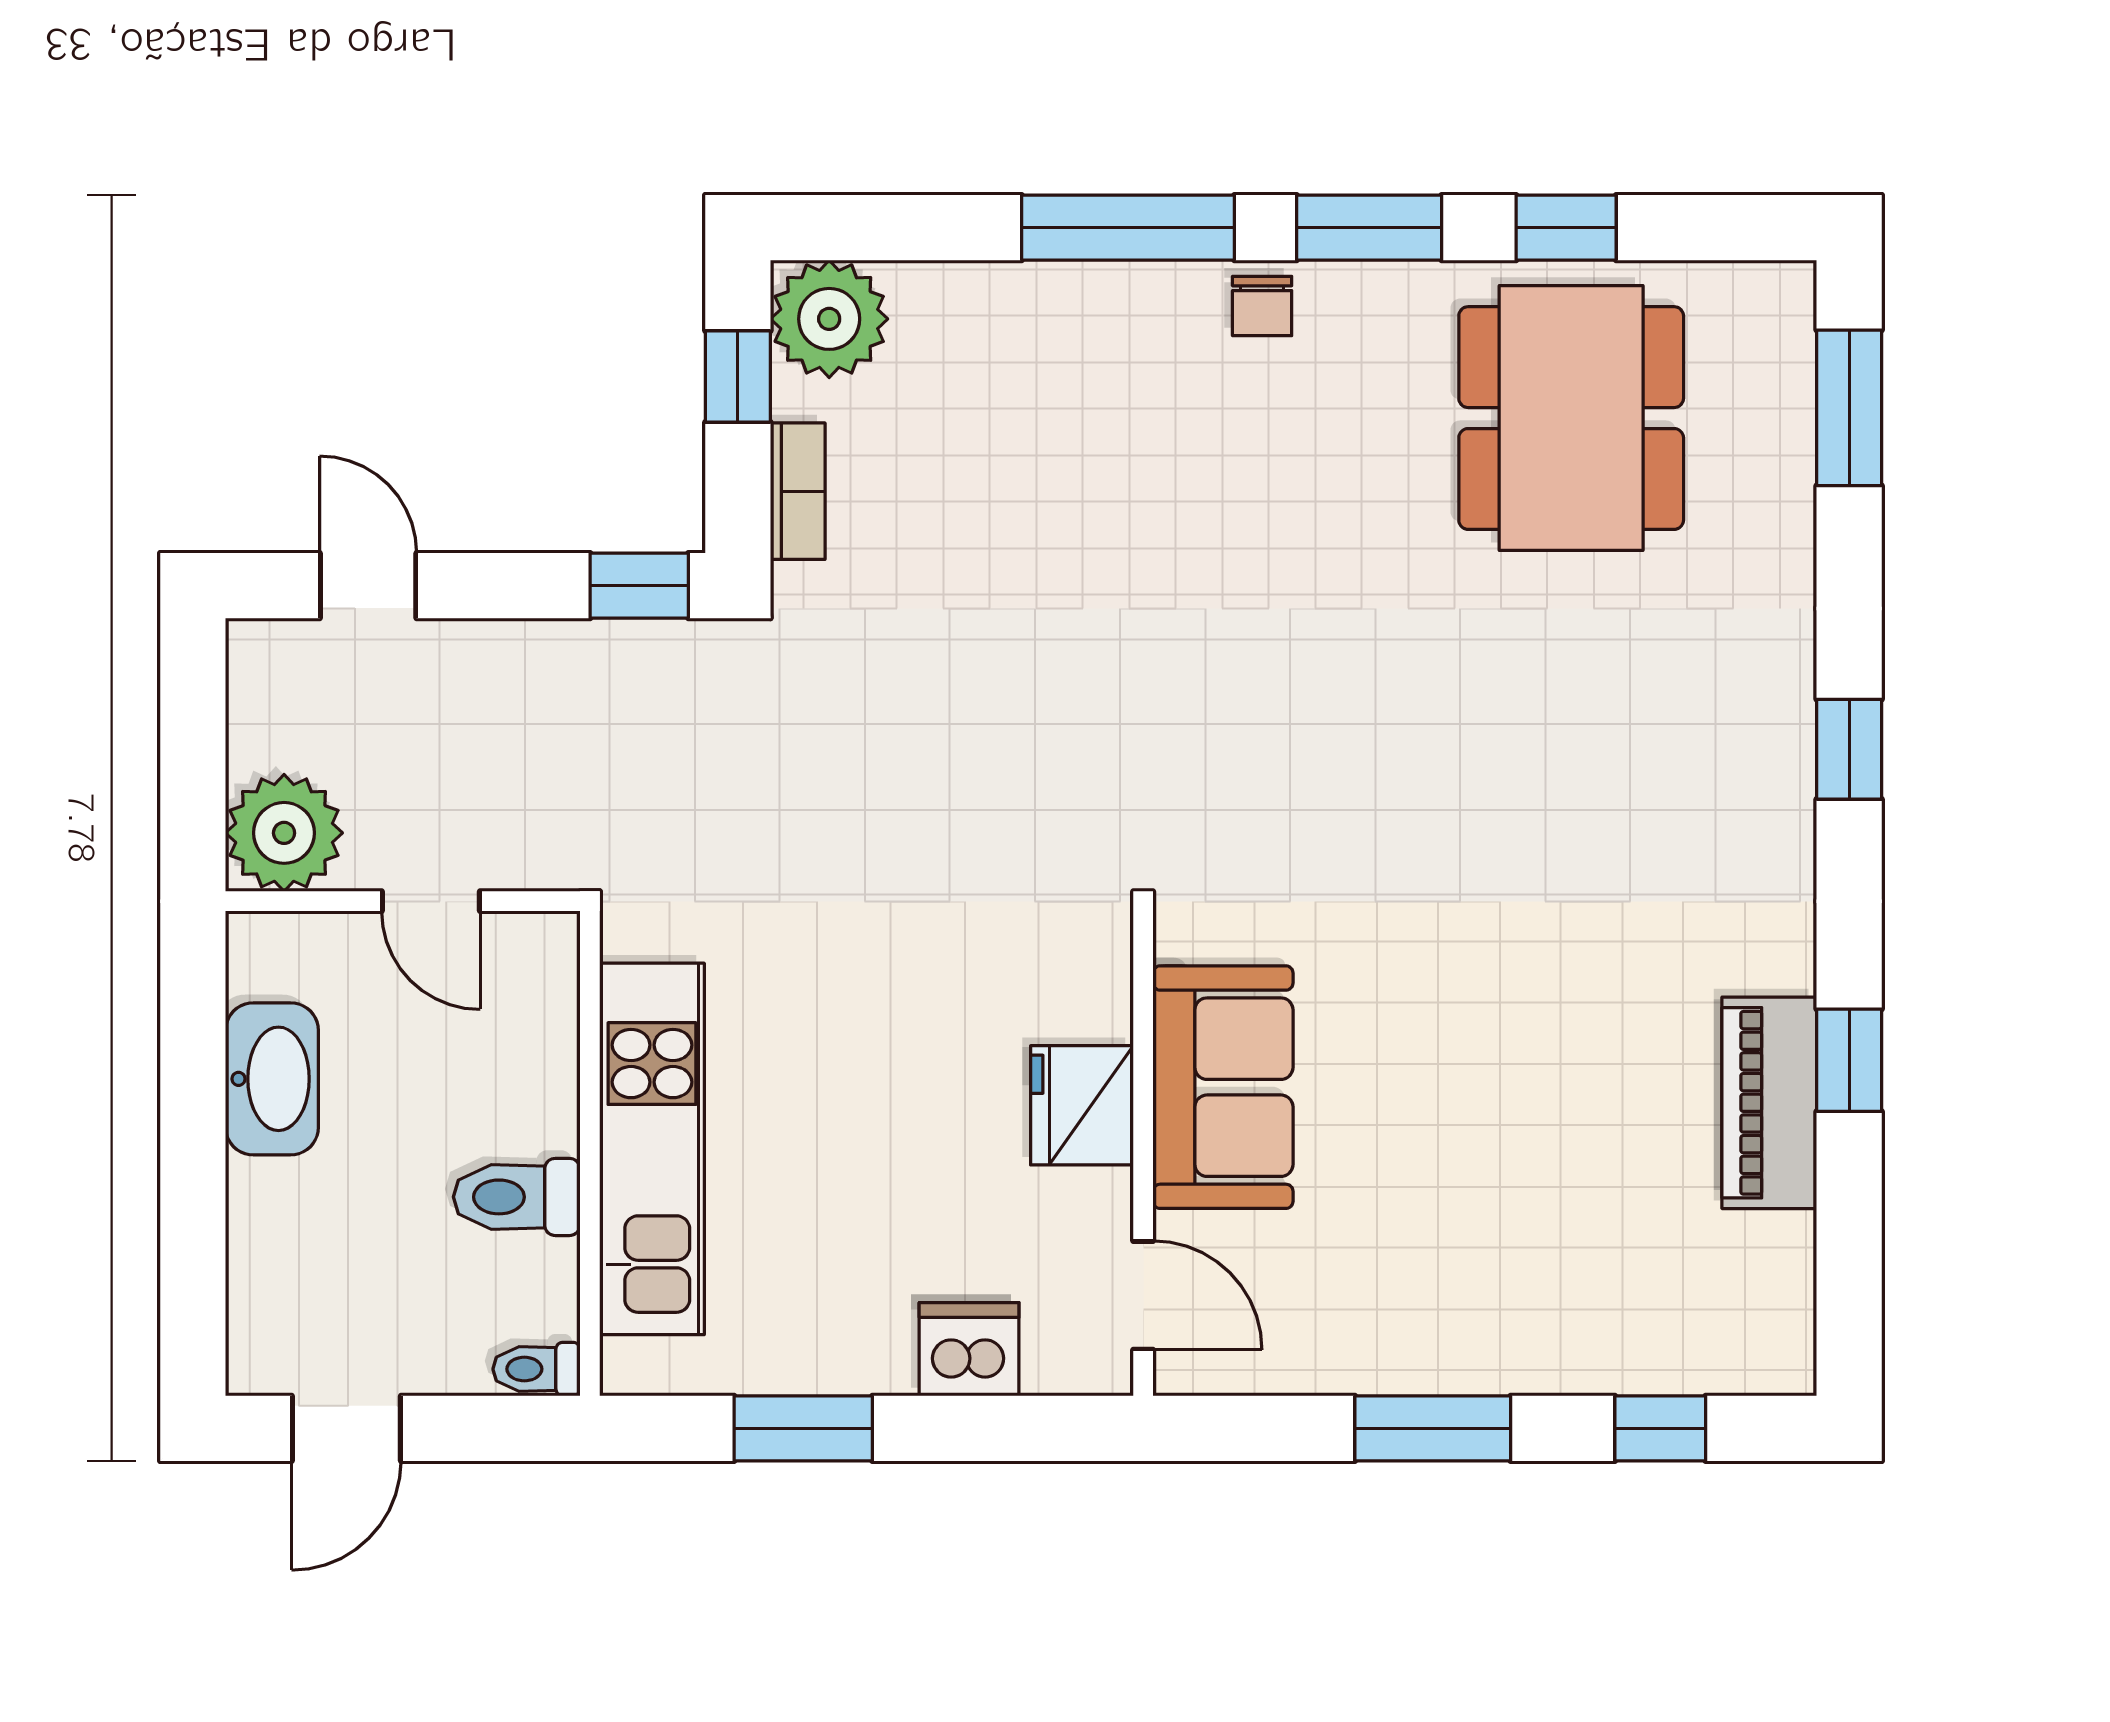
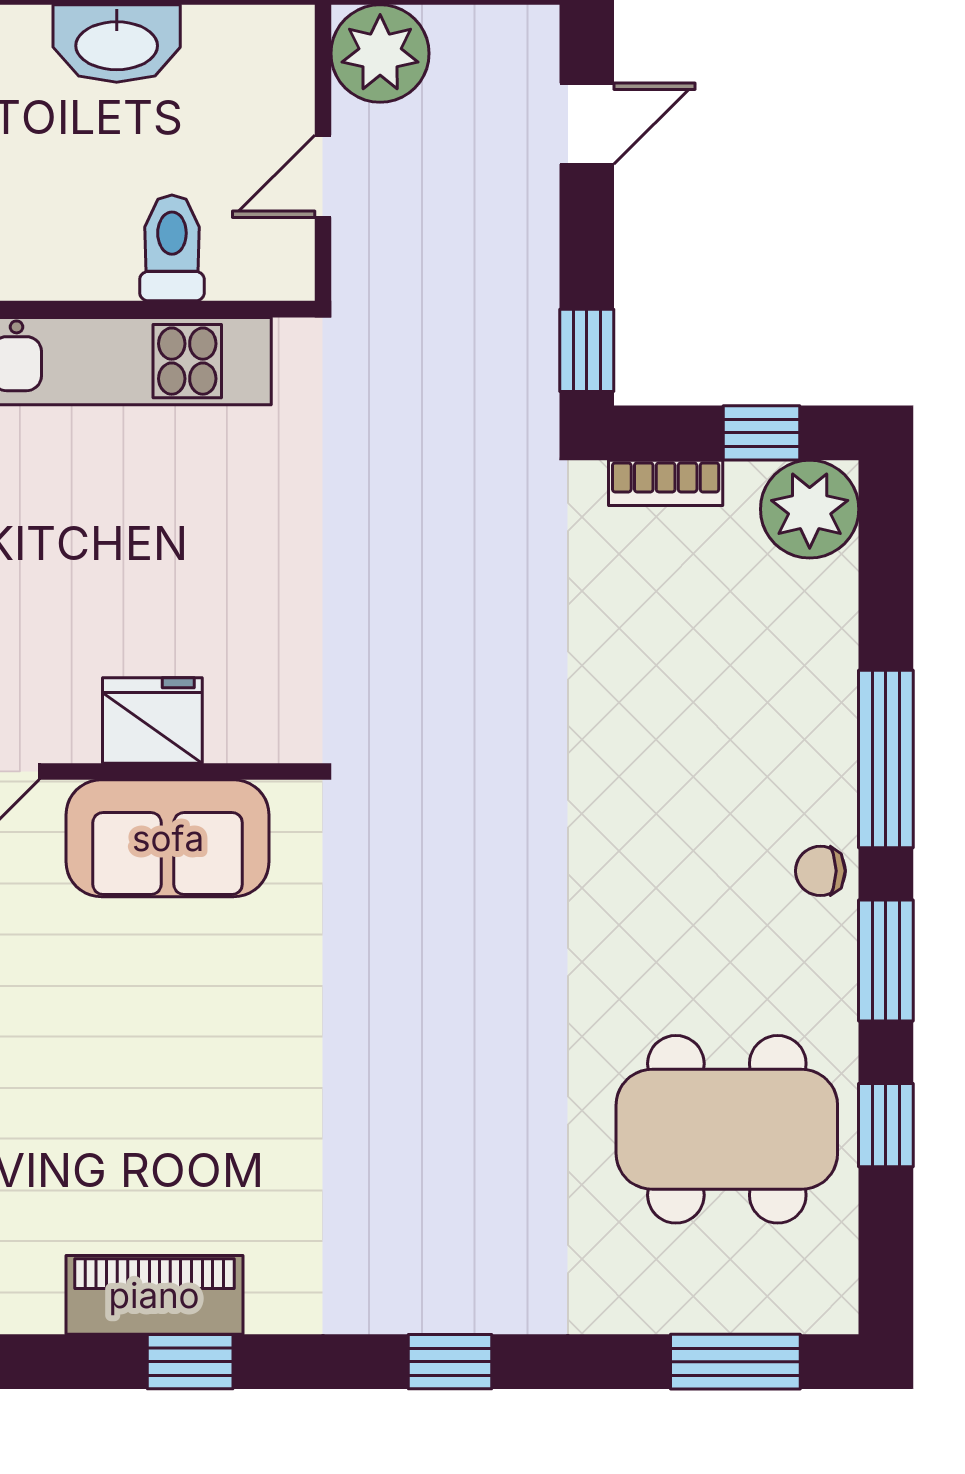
washbasin: (272, 1079) -> (117, 43), moved
toilet: (517, 1197) -> (172, 248), moved

